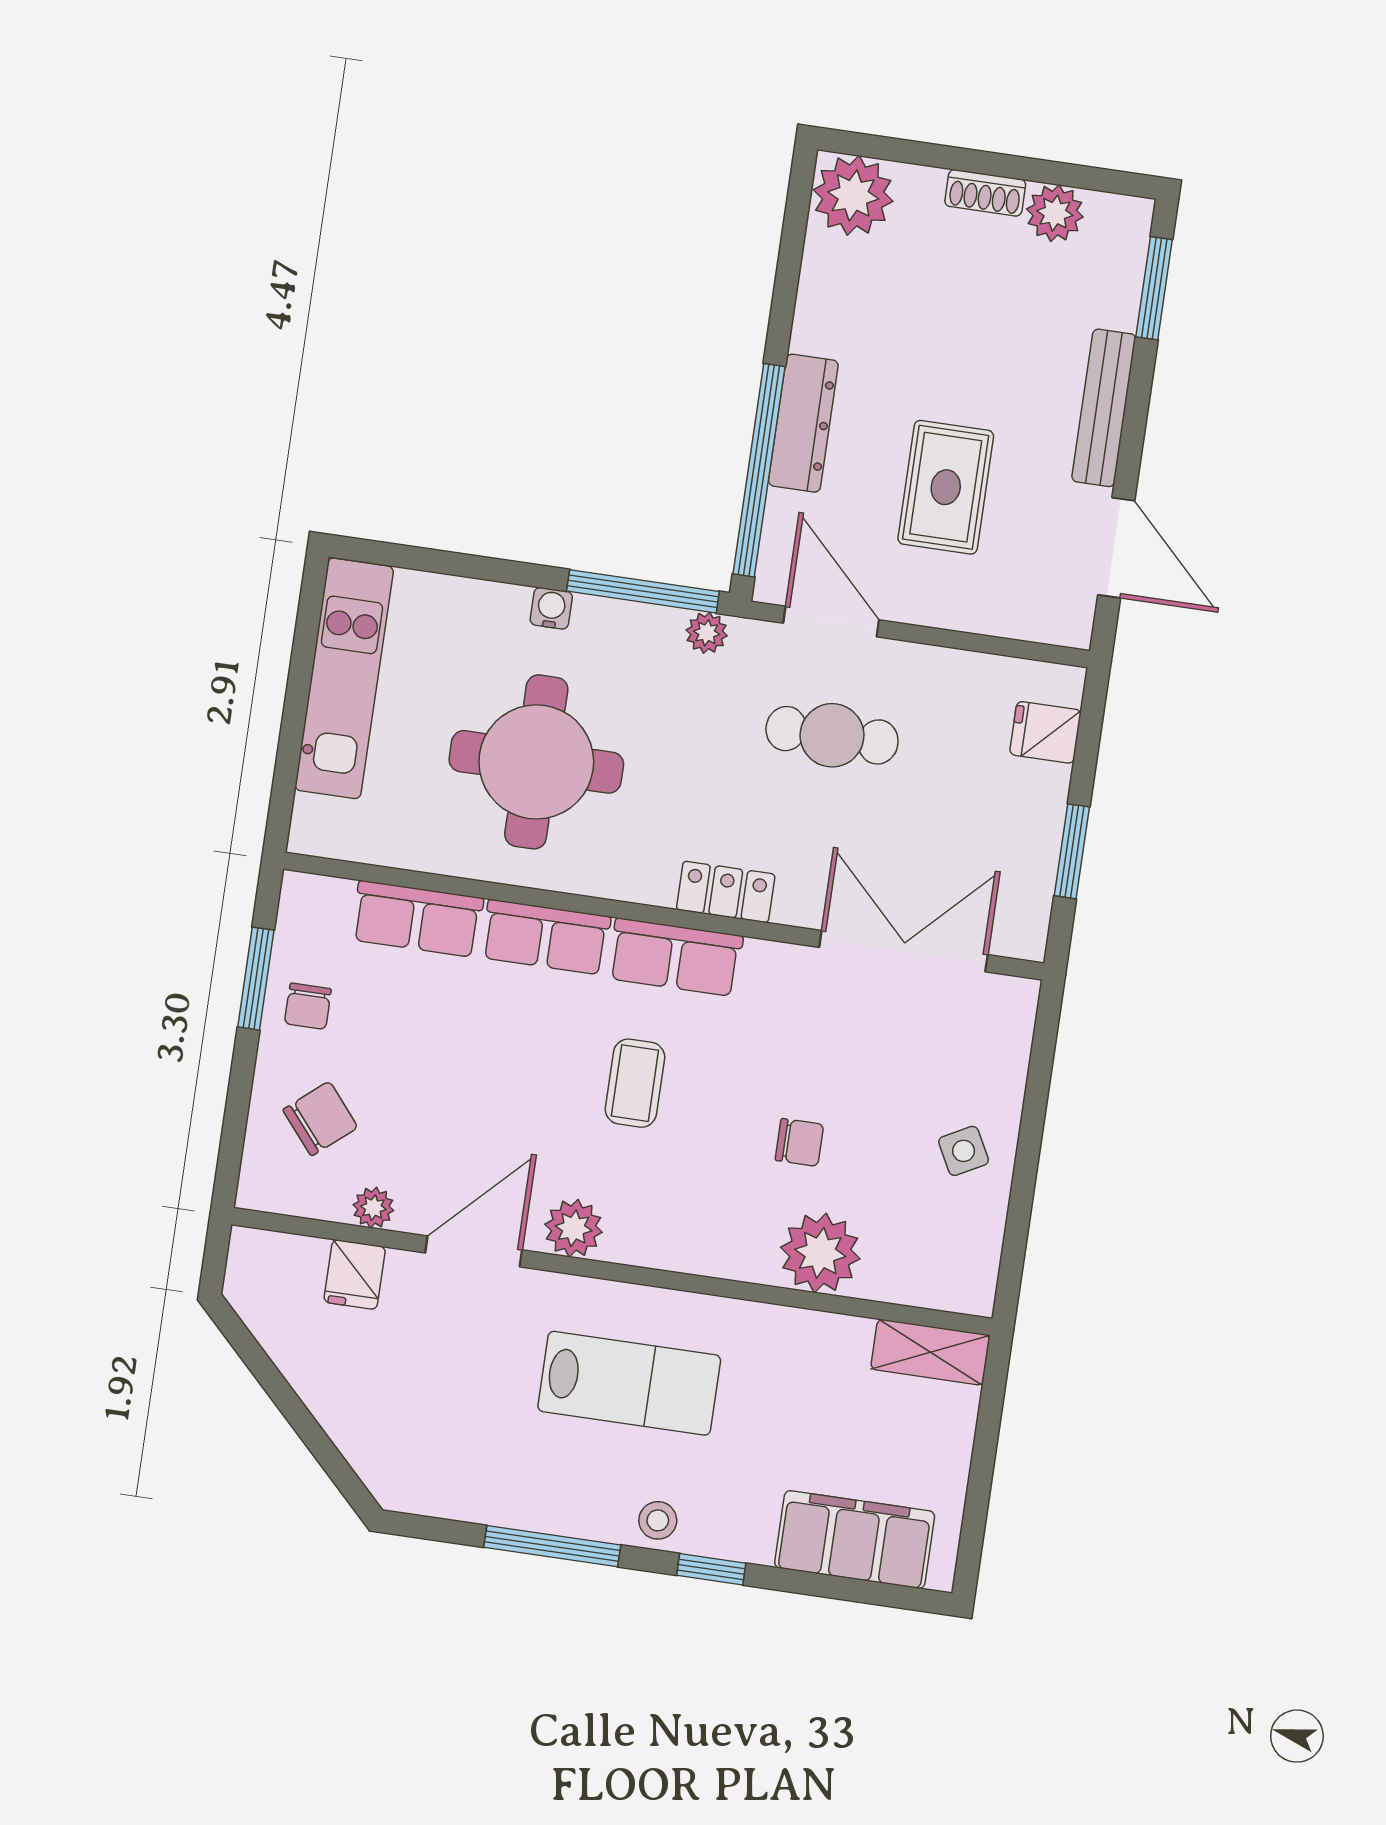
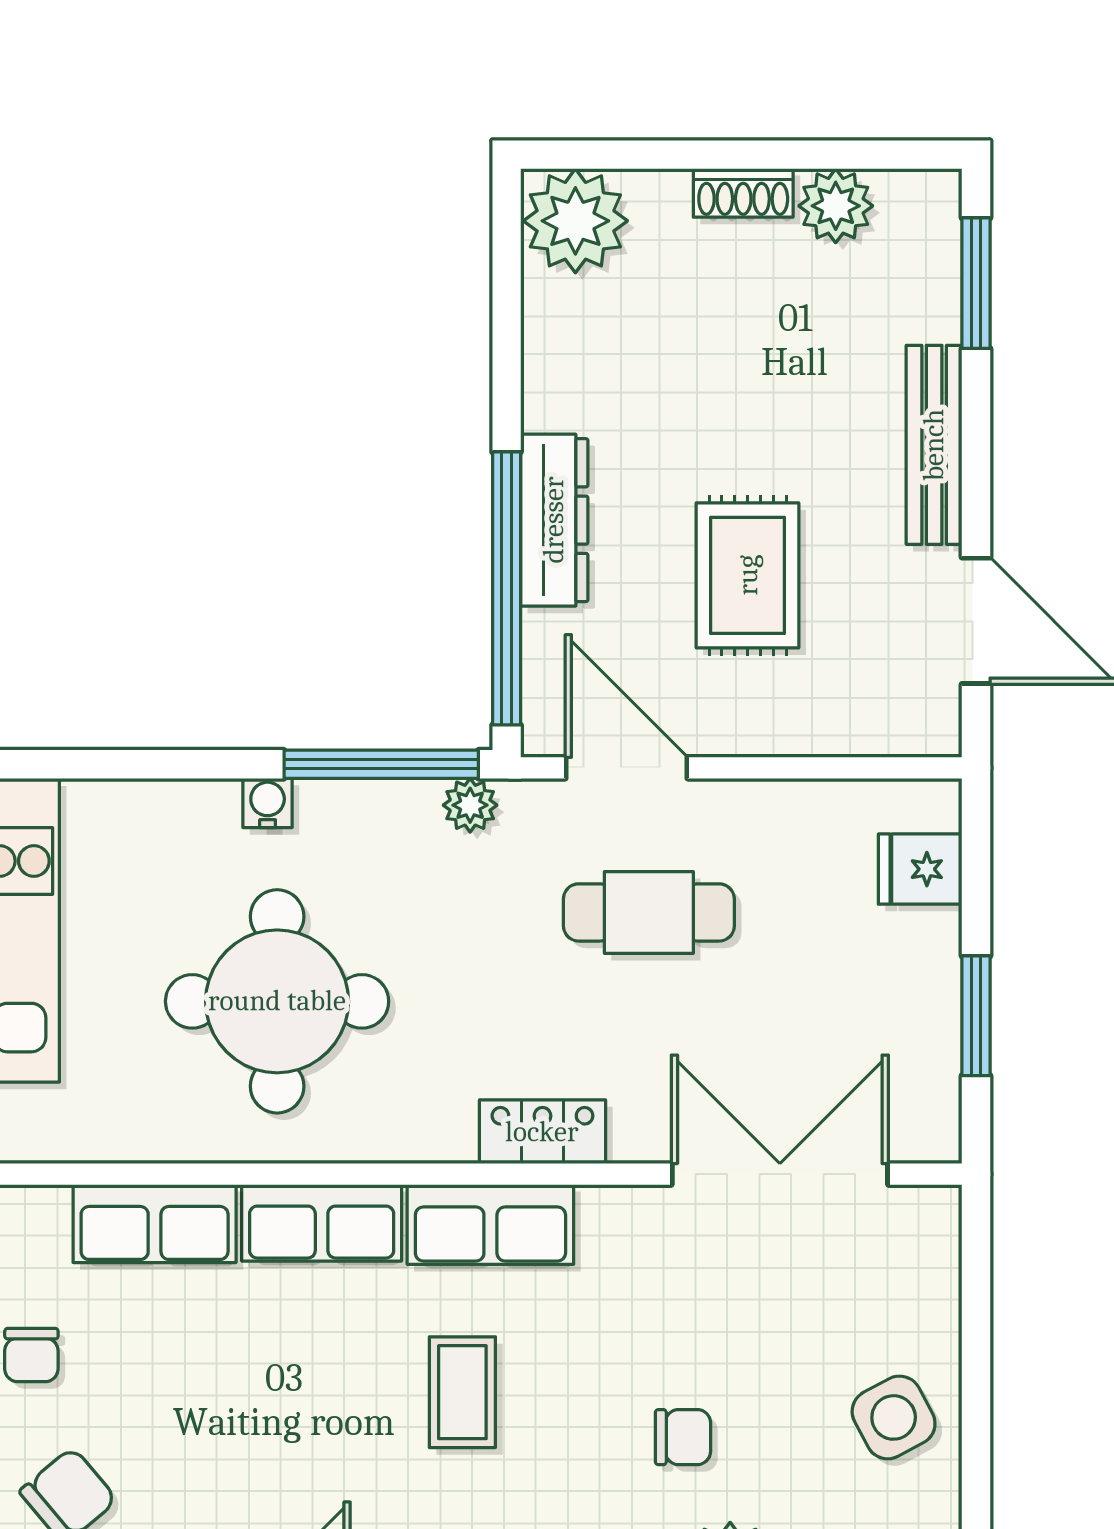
side table: (964, 1151) -> (894, 1417), width x1.37, depth x1.37

